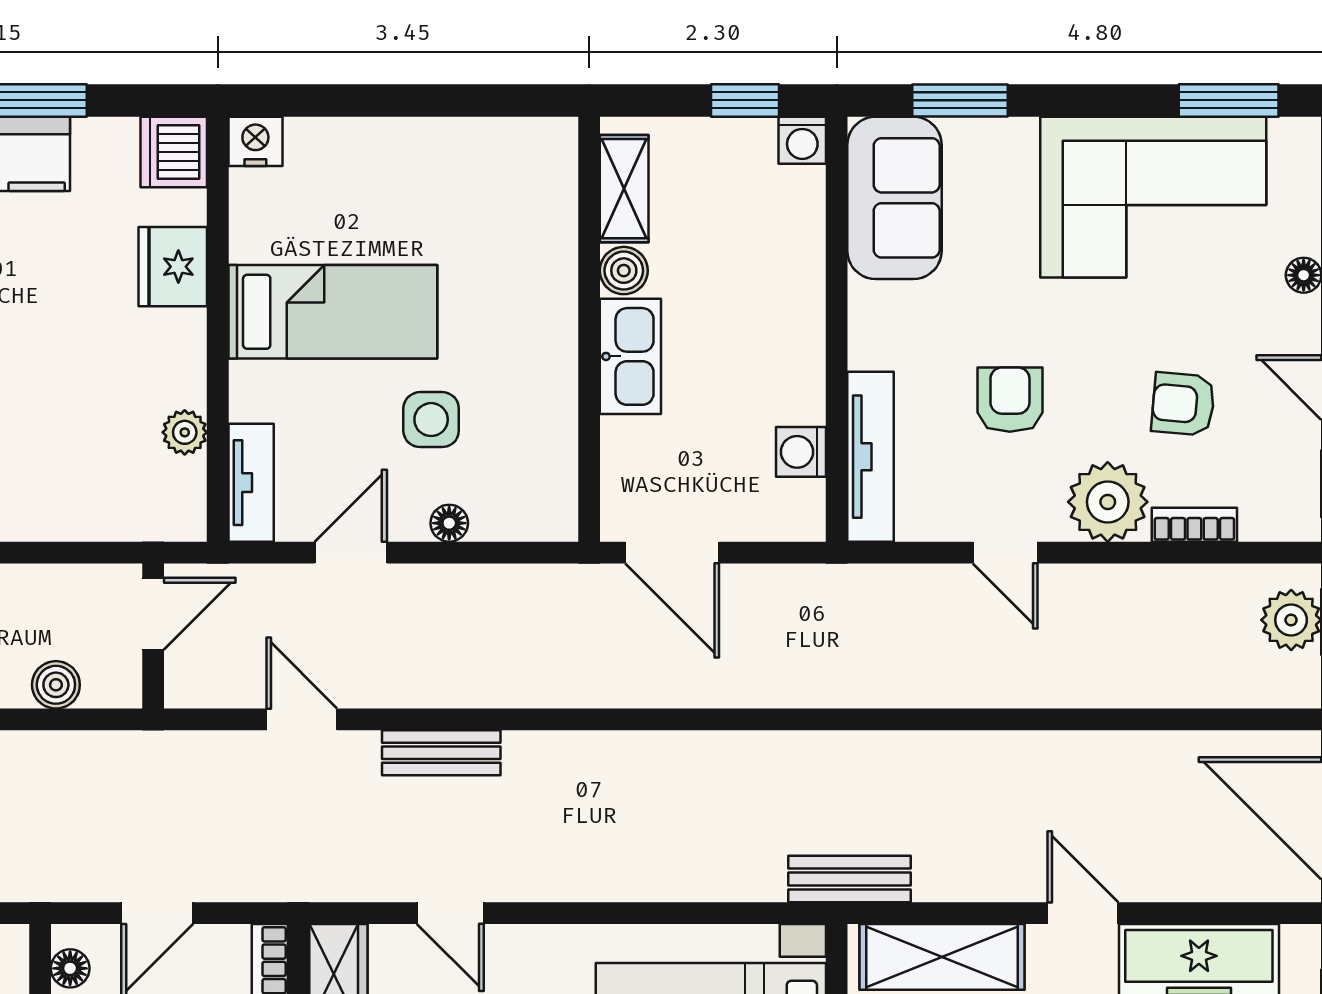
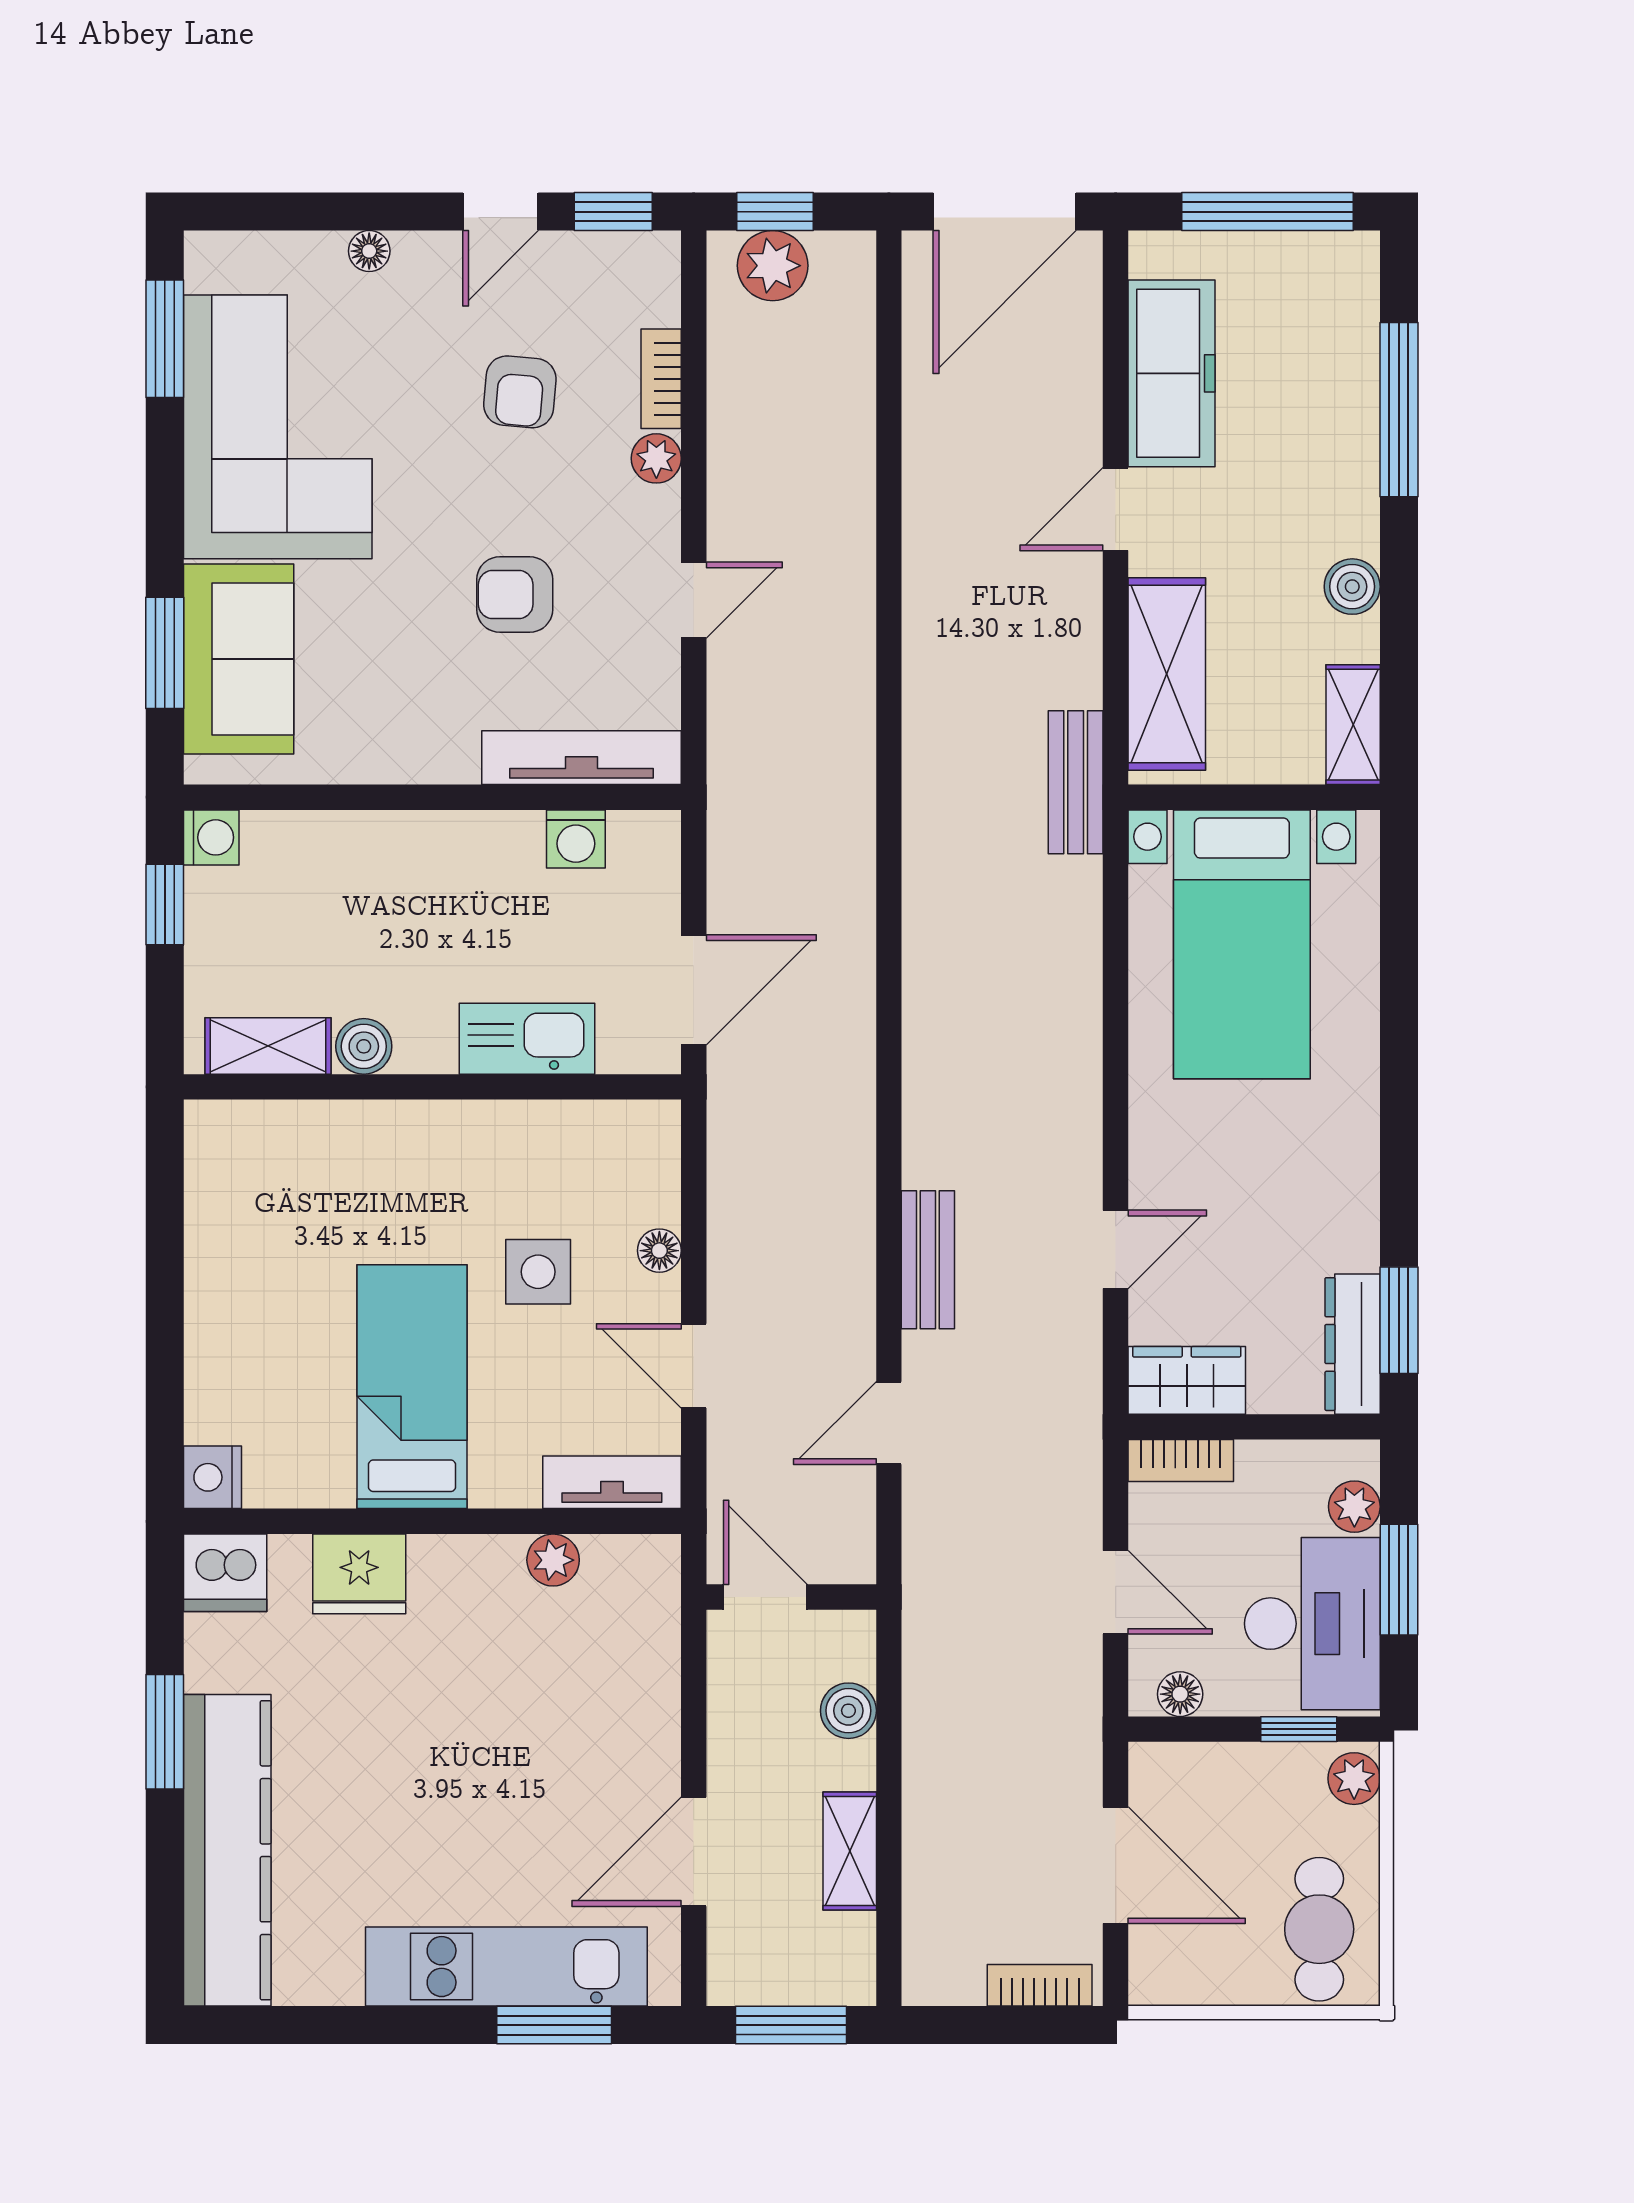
sofa: (894, 198) -> (239, 659), moved, turned 90
kitchen sink: (630, 356) -> (527, 1039), moved
plant: (1108, 502) -> (656, 458), width x0.53, depth x0.53

